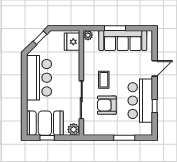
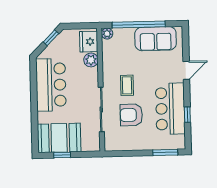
window: (115, 28) -> (139, 24), width x2.11
sofa: (123, 41) -> (156, 39), width x0.73
plant: (74, 129) -> (91, 60), moved
window: (124, 138) -> (165, 152), moved

